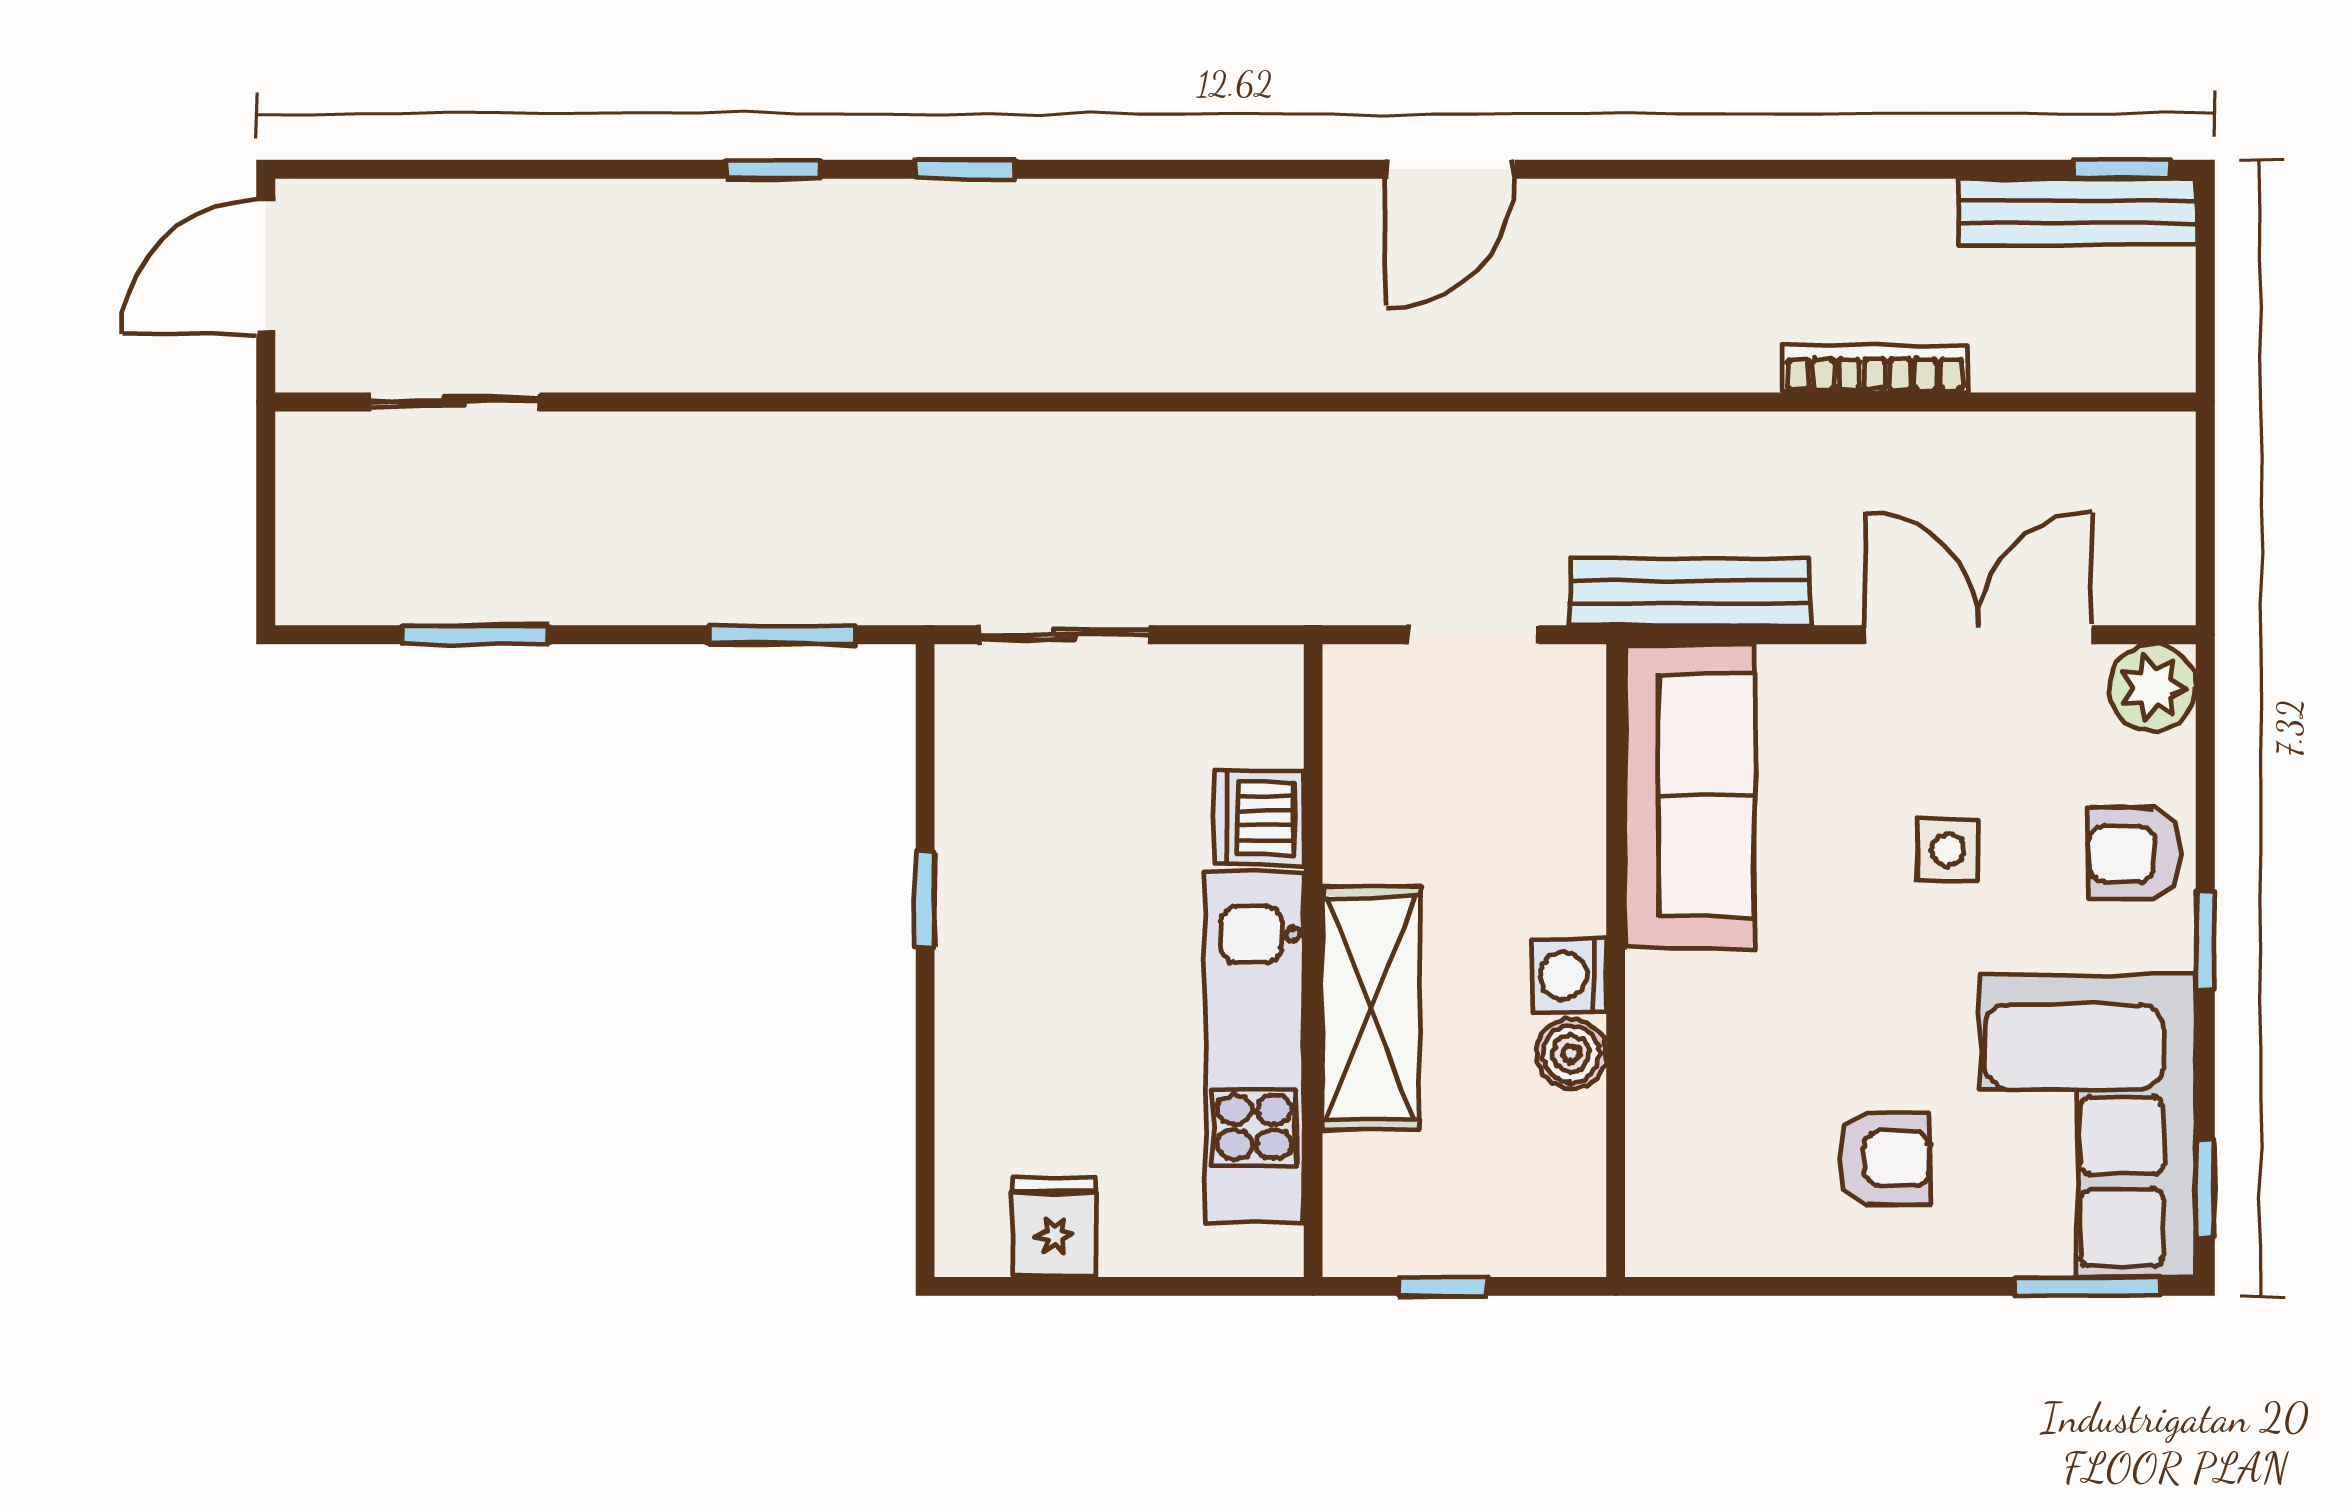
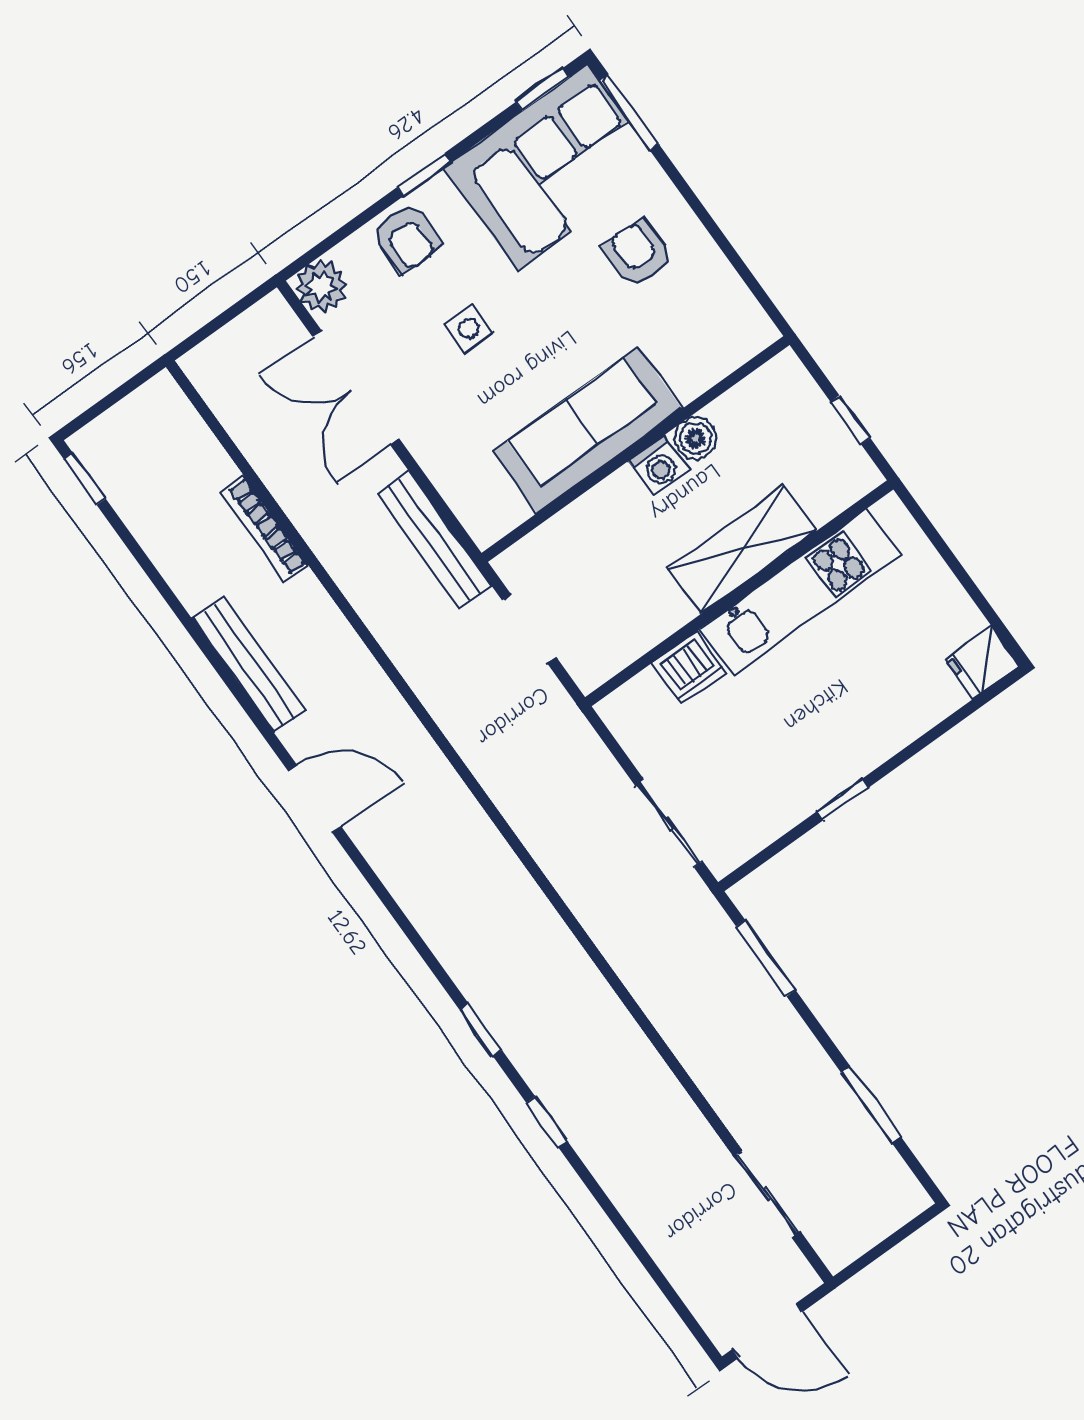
bench: (2077, 212) -> (249, 665), moved
sofa: (1690, 796) -> (587, 430), moved
fridge: (1054, 1228) -> (982, 663), moved

